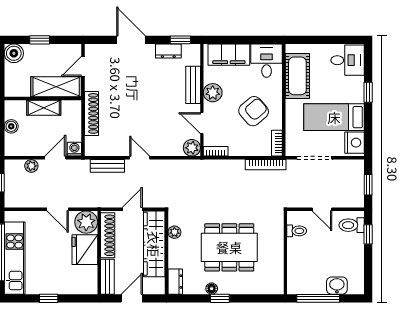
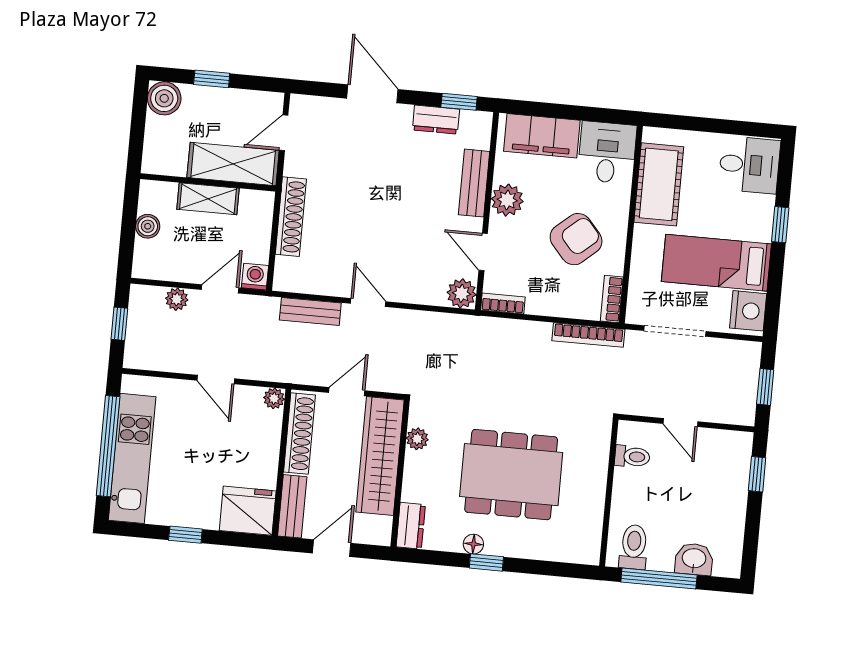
plant: (86, 222) -> (274, 398), width x0.53, depth x0.53
toilet: (352, 225) -> (634, 547), moved, turned 90
fridge: (85, 250) -> (248, 511), moved, turned 90

